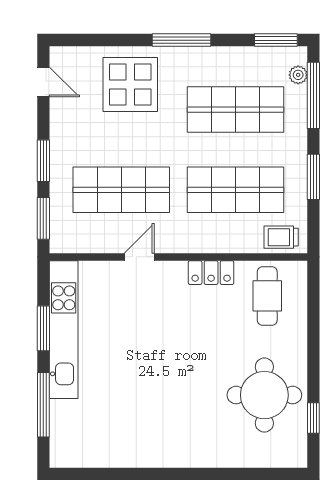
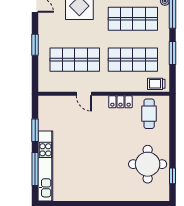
window: (43, 218) -> (35, 74), removed
door: (139, 257) -> (84, 94), swing flipped
kitchen unit: (64, 330) -> (45, 166), moved

